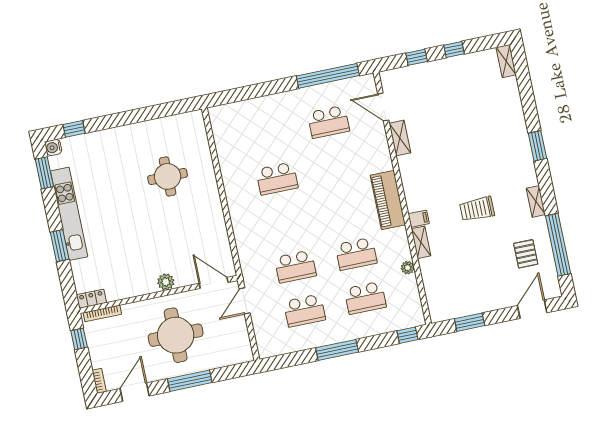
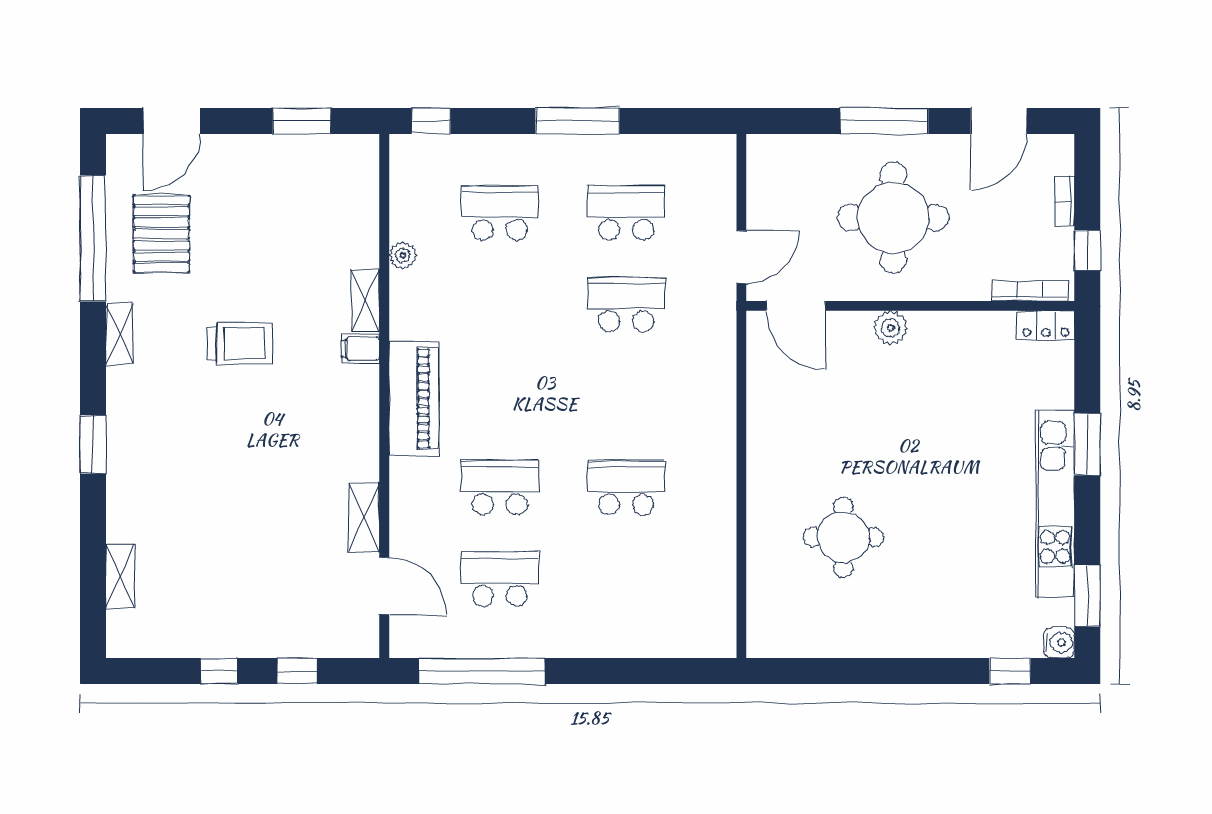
shelving: (506, 61) -> (120, 576), moved
school desk: (356, 254) -> (500, 488), moved
pallet: (526, 254) -> (161, 234), width x1.50, depth x1.42
bookcase: (99, 381) -> (1065, 201), moved

